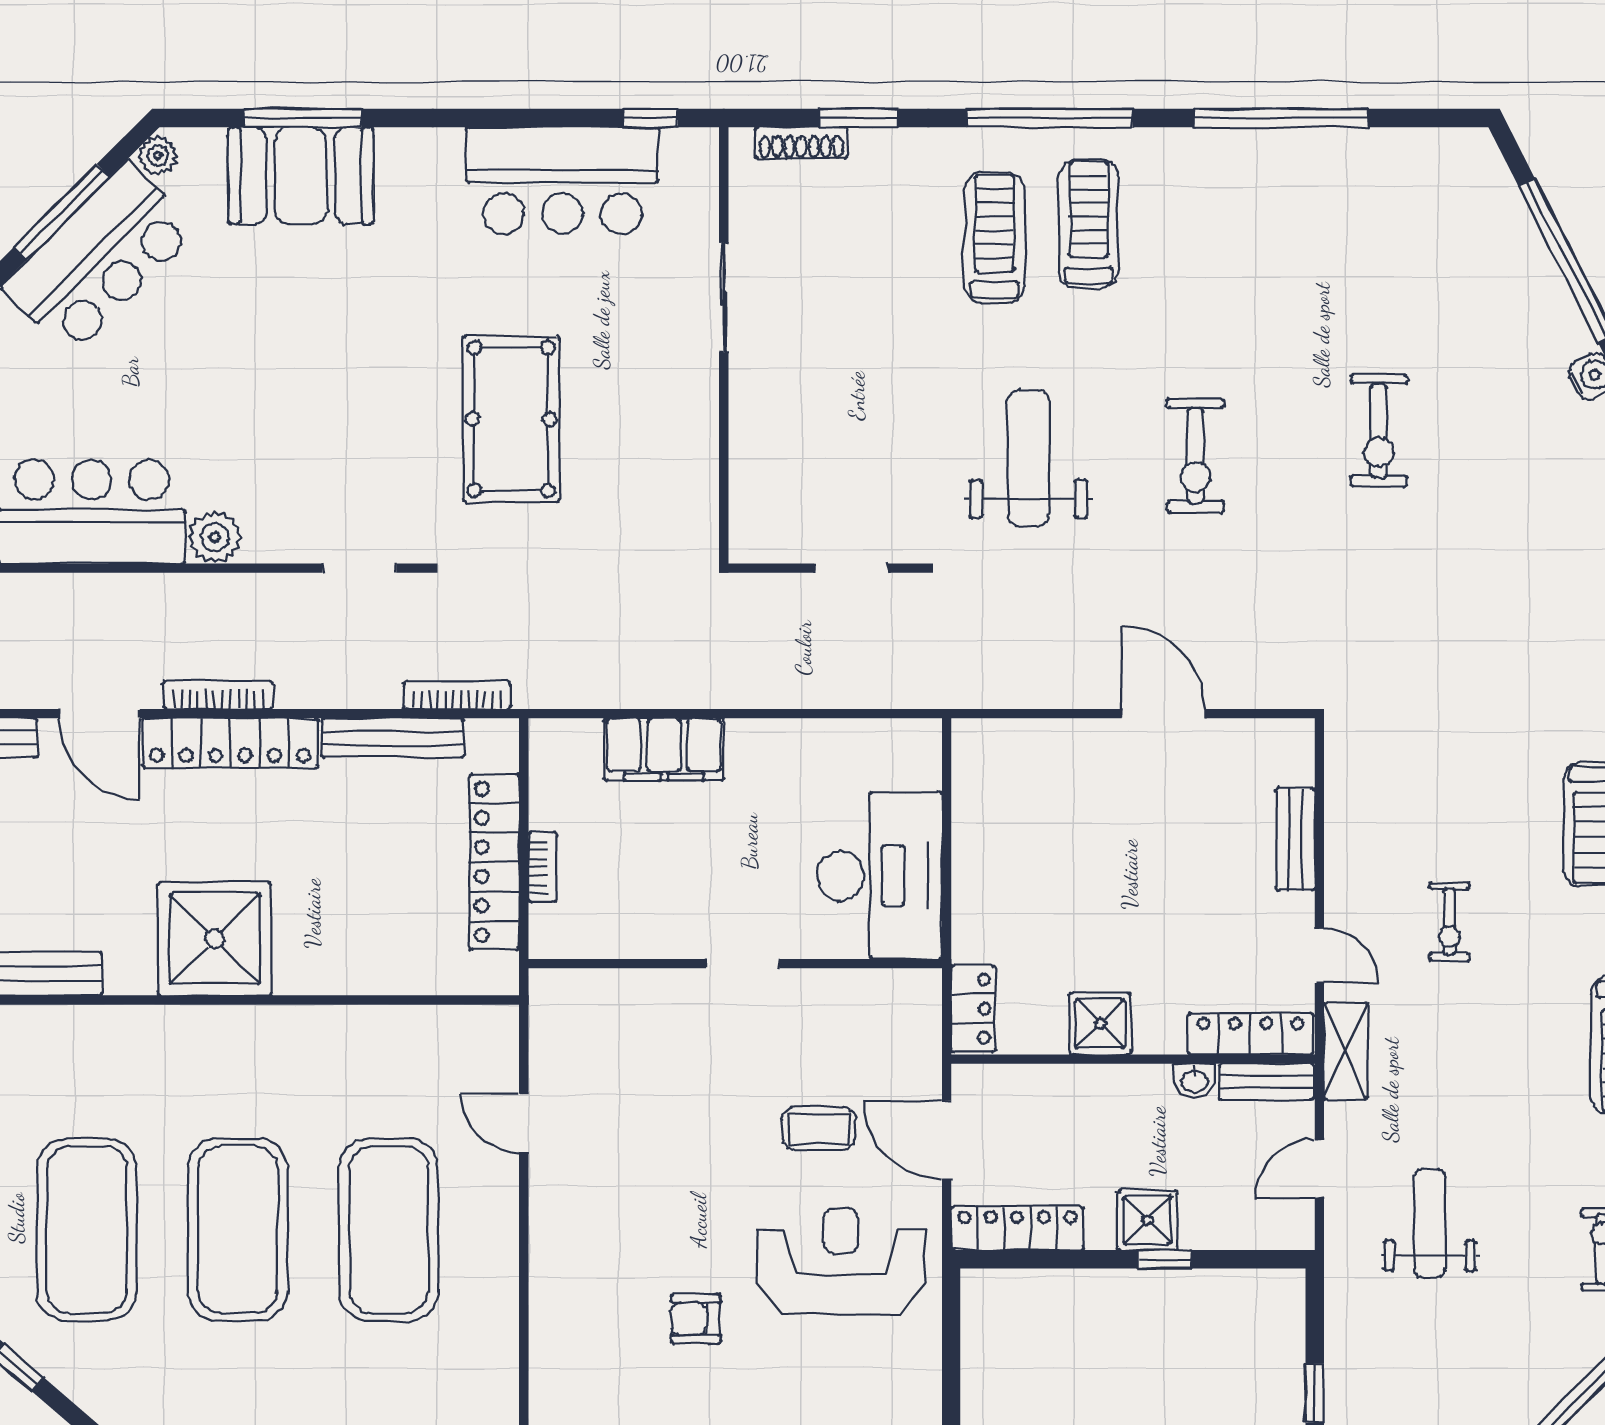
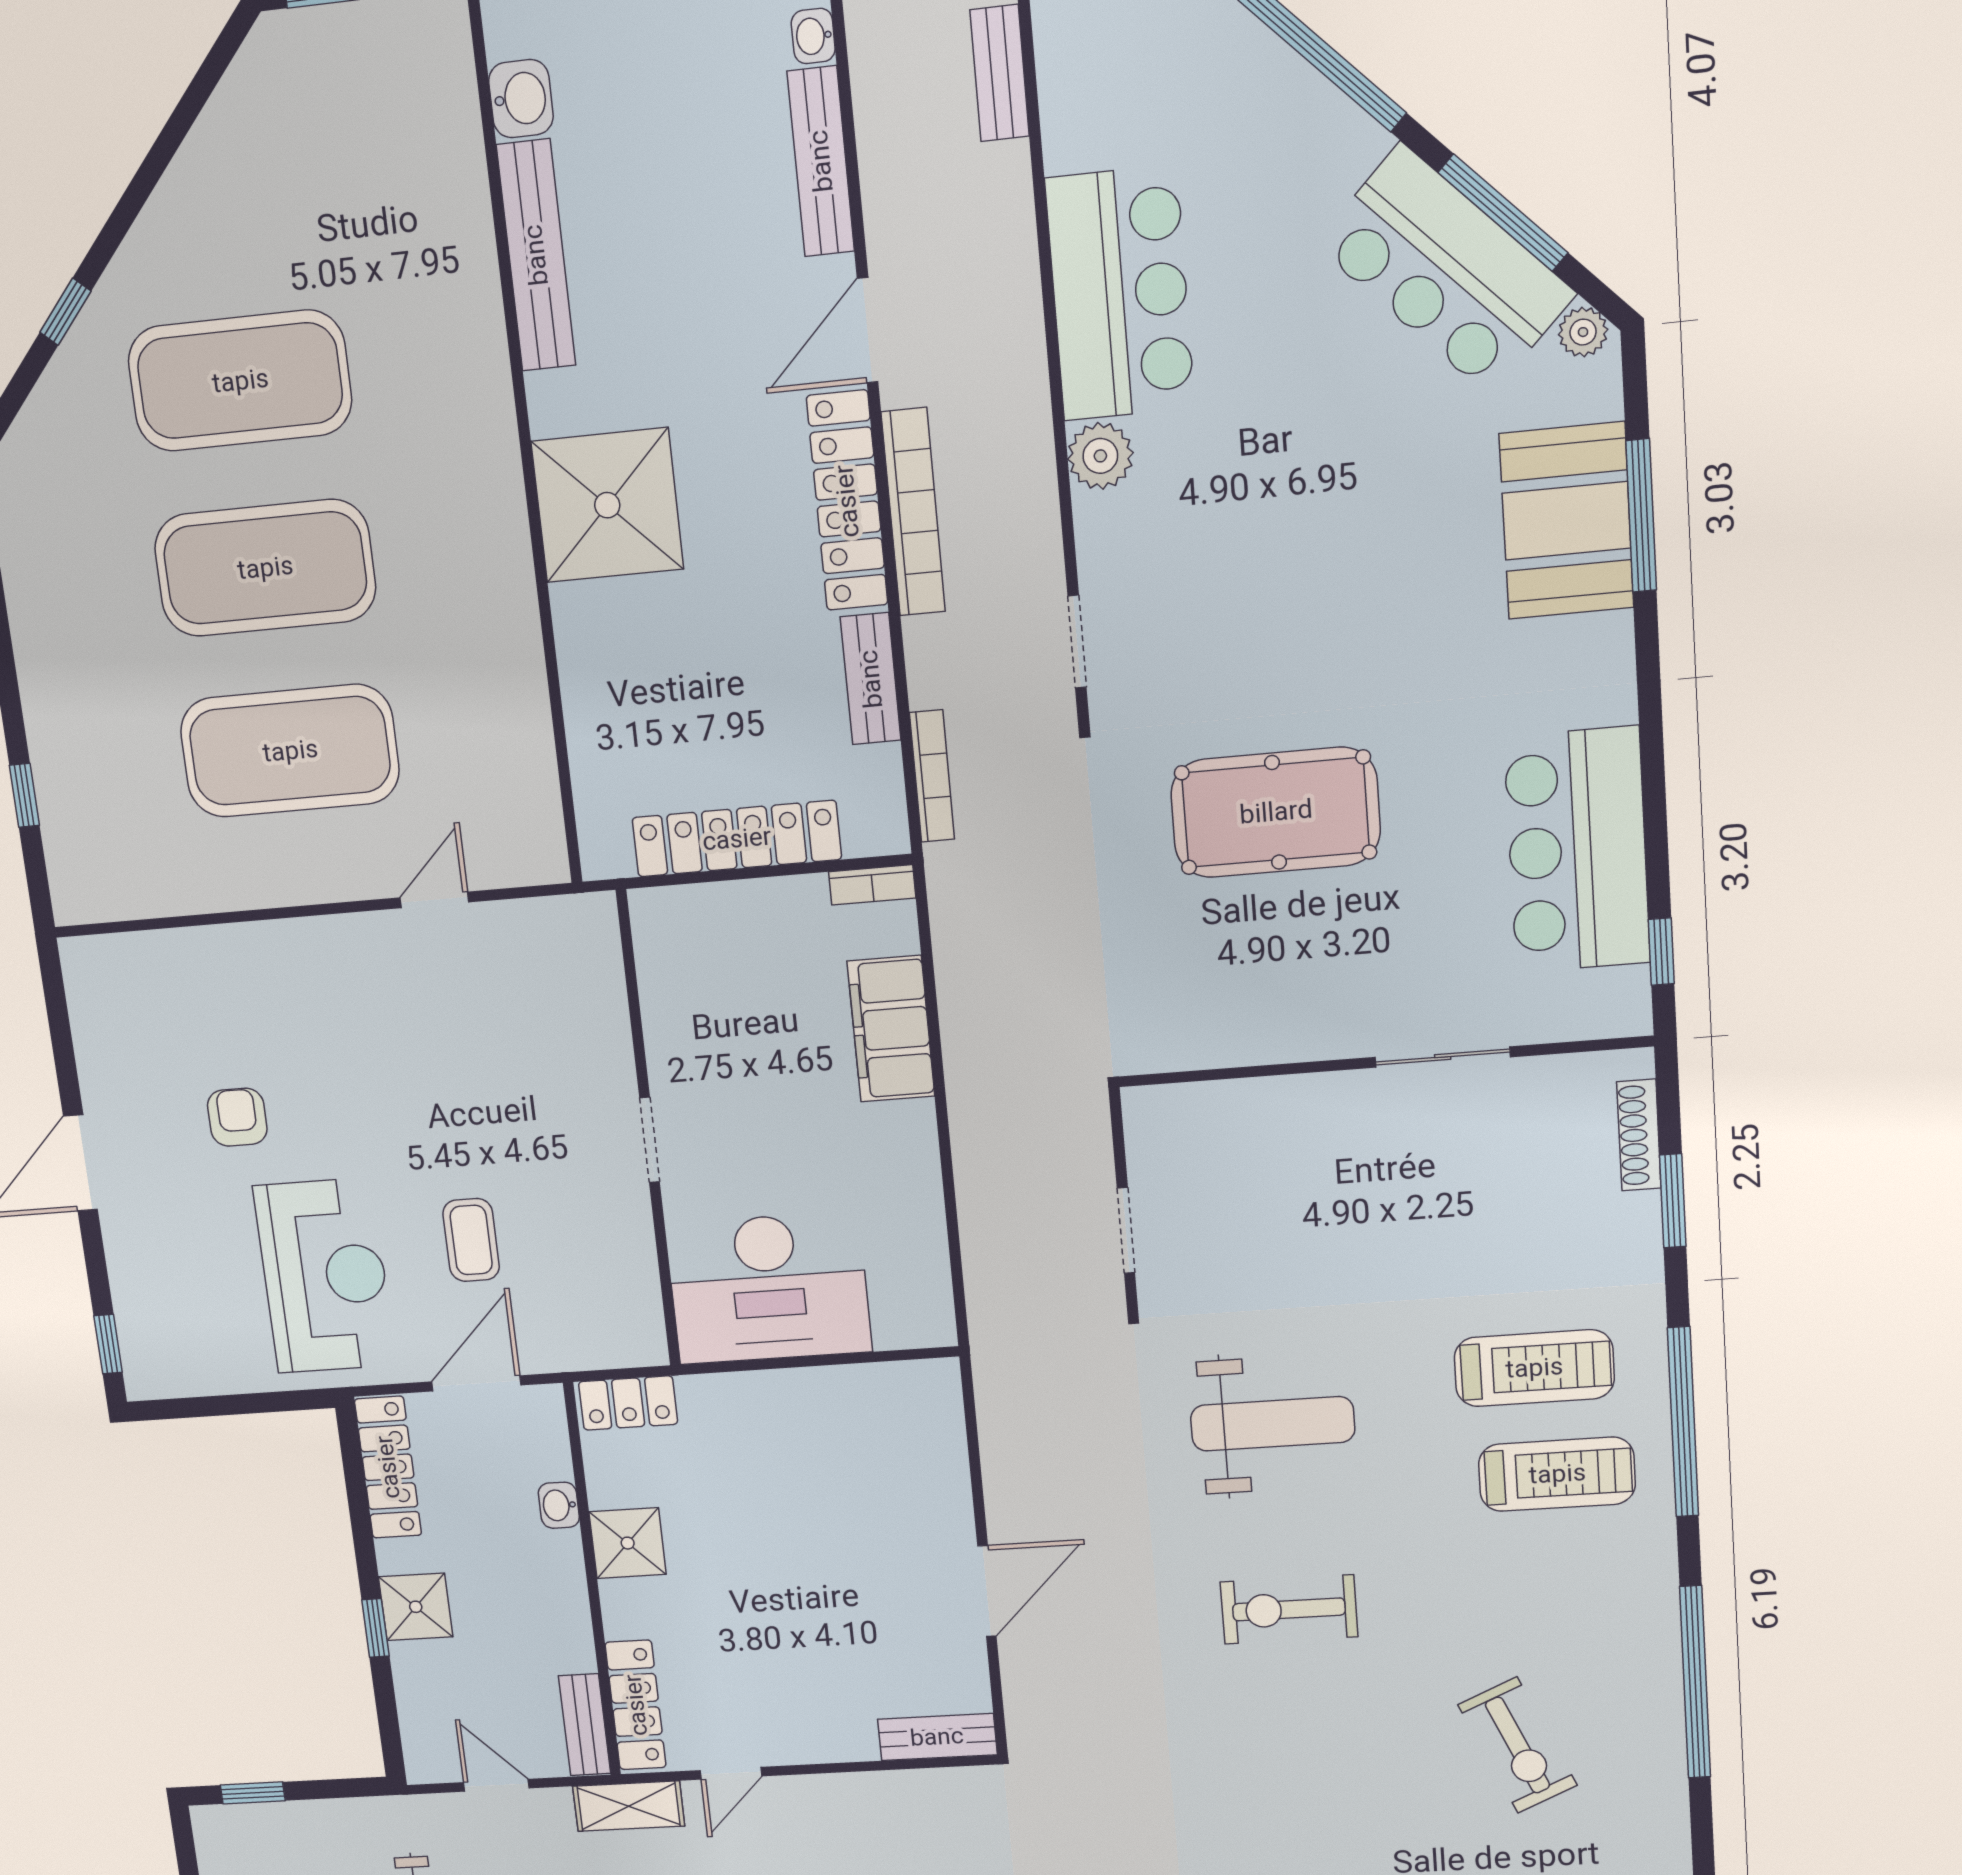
exercise bike: (1379, 431) -> (1518, 1745), moved, turned -114
bookcase: (218, 695) -> (913, 512), width x1.48, depth x1.31
bench: (393, 738) -> (871, 679), width x0.73
bench: (1295, 839) -> (937, 1737), moved
bookcase: (542, 867) -> (872, 885), moved
washbasin: (1195, 1081) -> (559, 1505), moved

